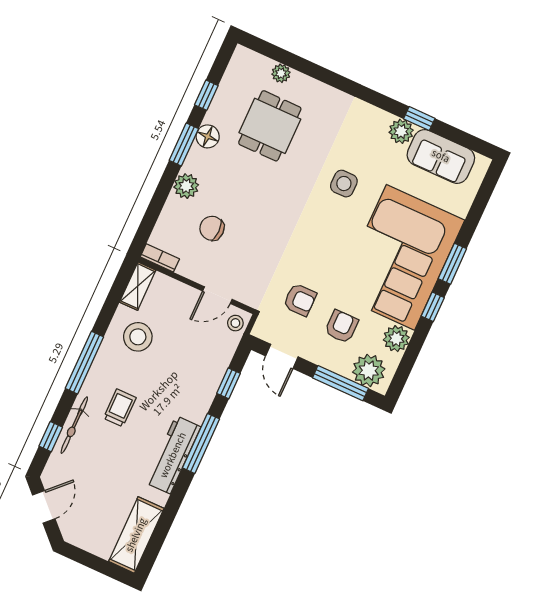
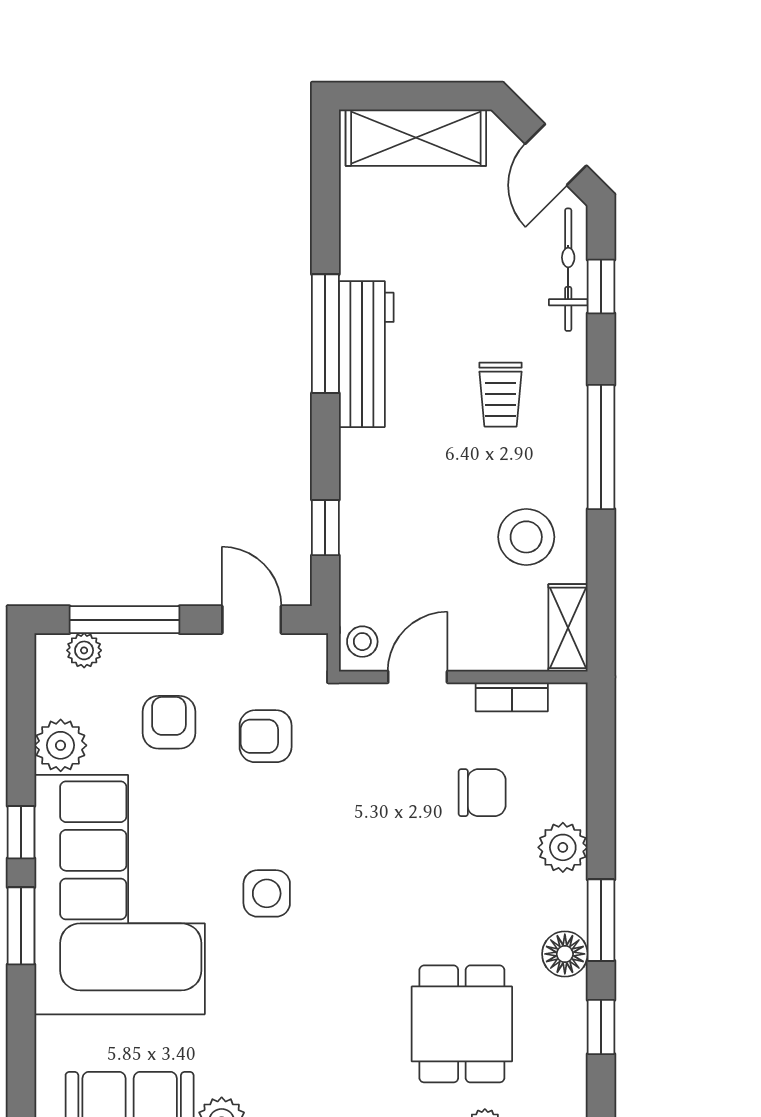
side table: (344, 184) -> (267, 893), moved
bookcase: (160, 258) -> (512, 697), moved
armchair: (342, 326) -> (169, 722), turned 180
plant: (369, 370) -> (84, 650), width x0.53, depth x0.53
bicycle: (74, 425) -> (568, 270), moved
window: (201, 443) -> (325, 334), moved
shelving: (136, 535) -> (416, 138), moved, turned 90

